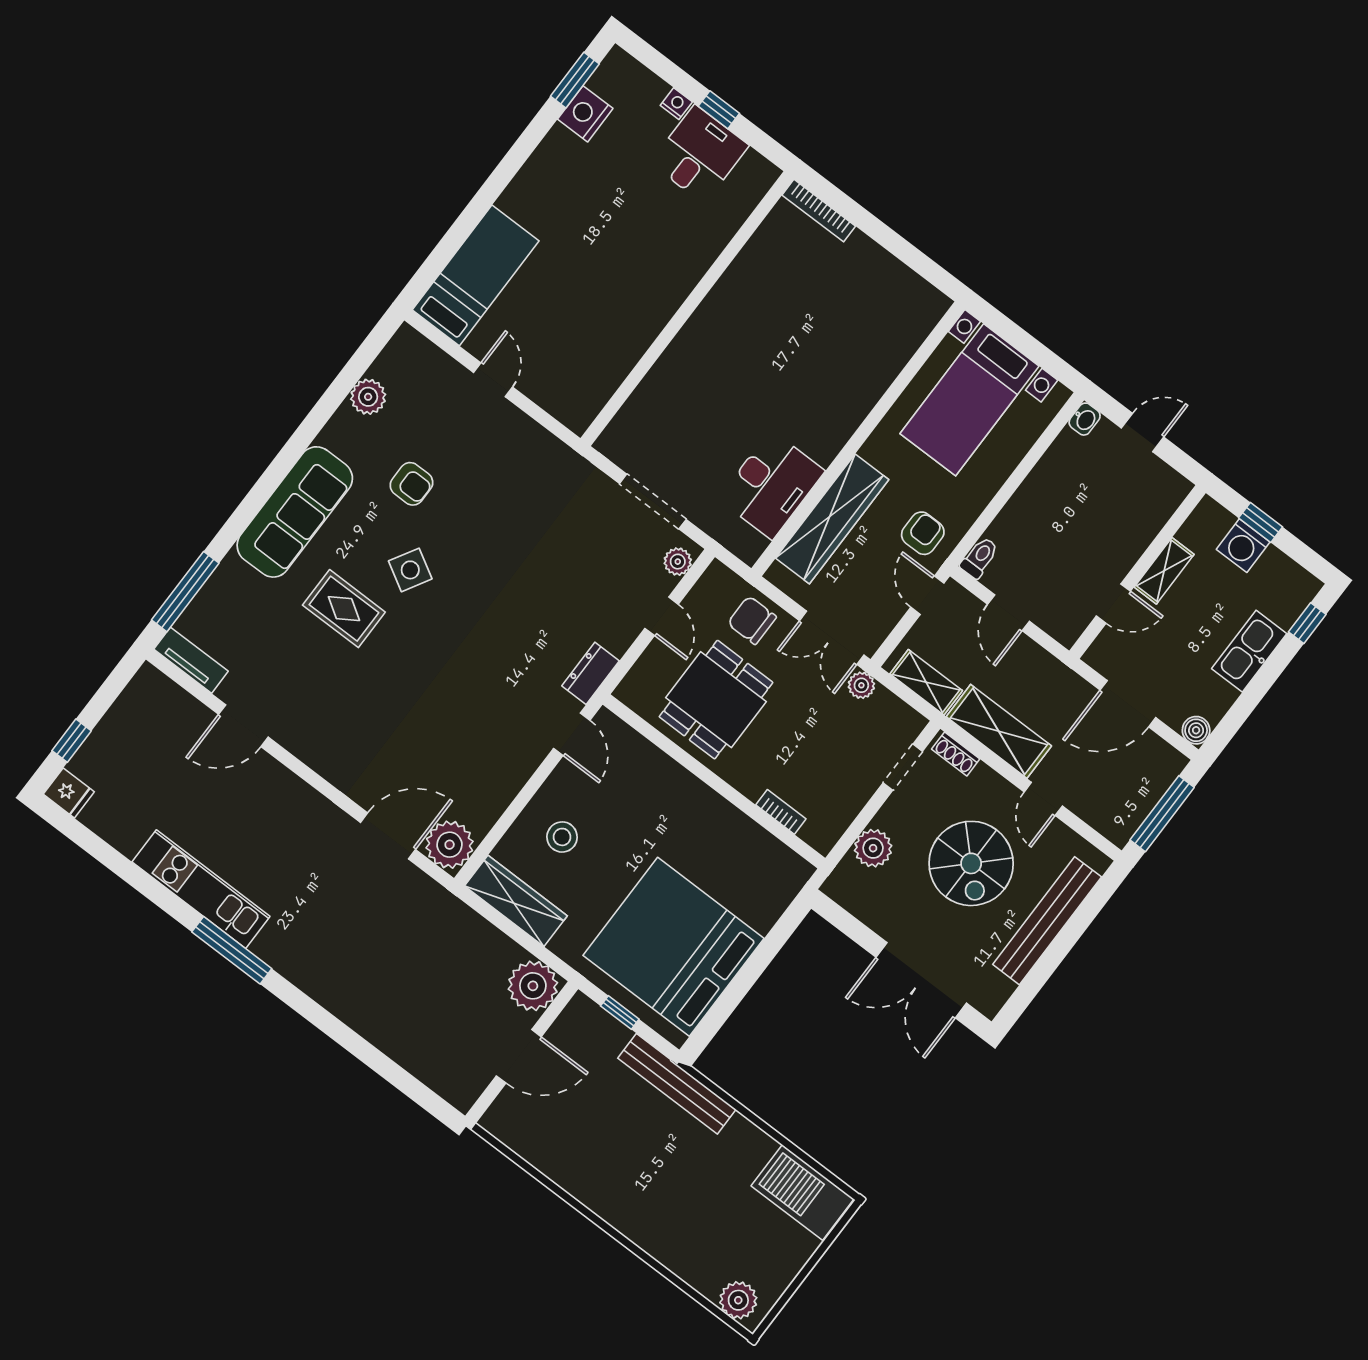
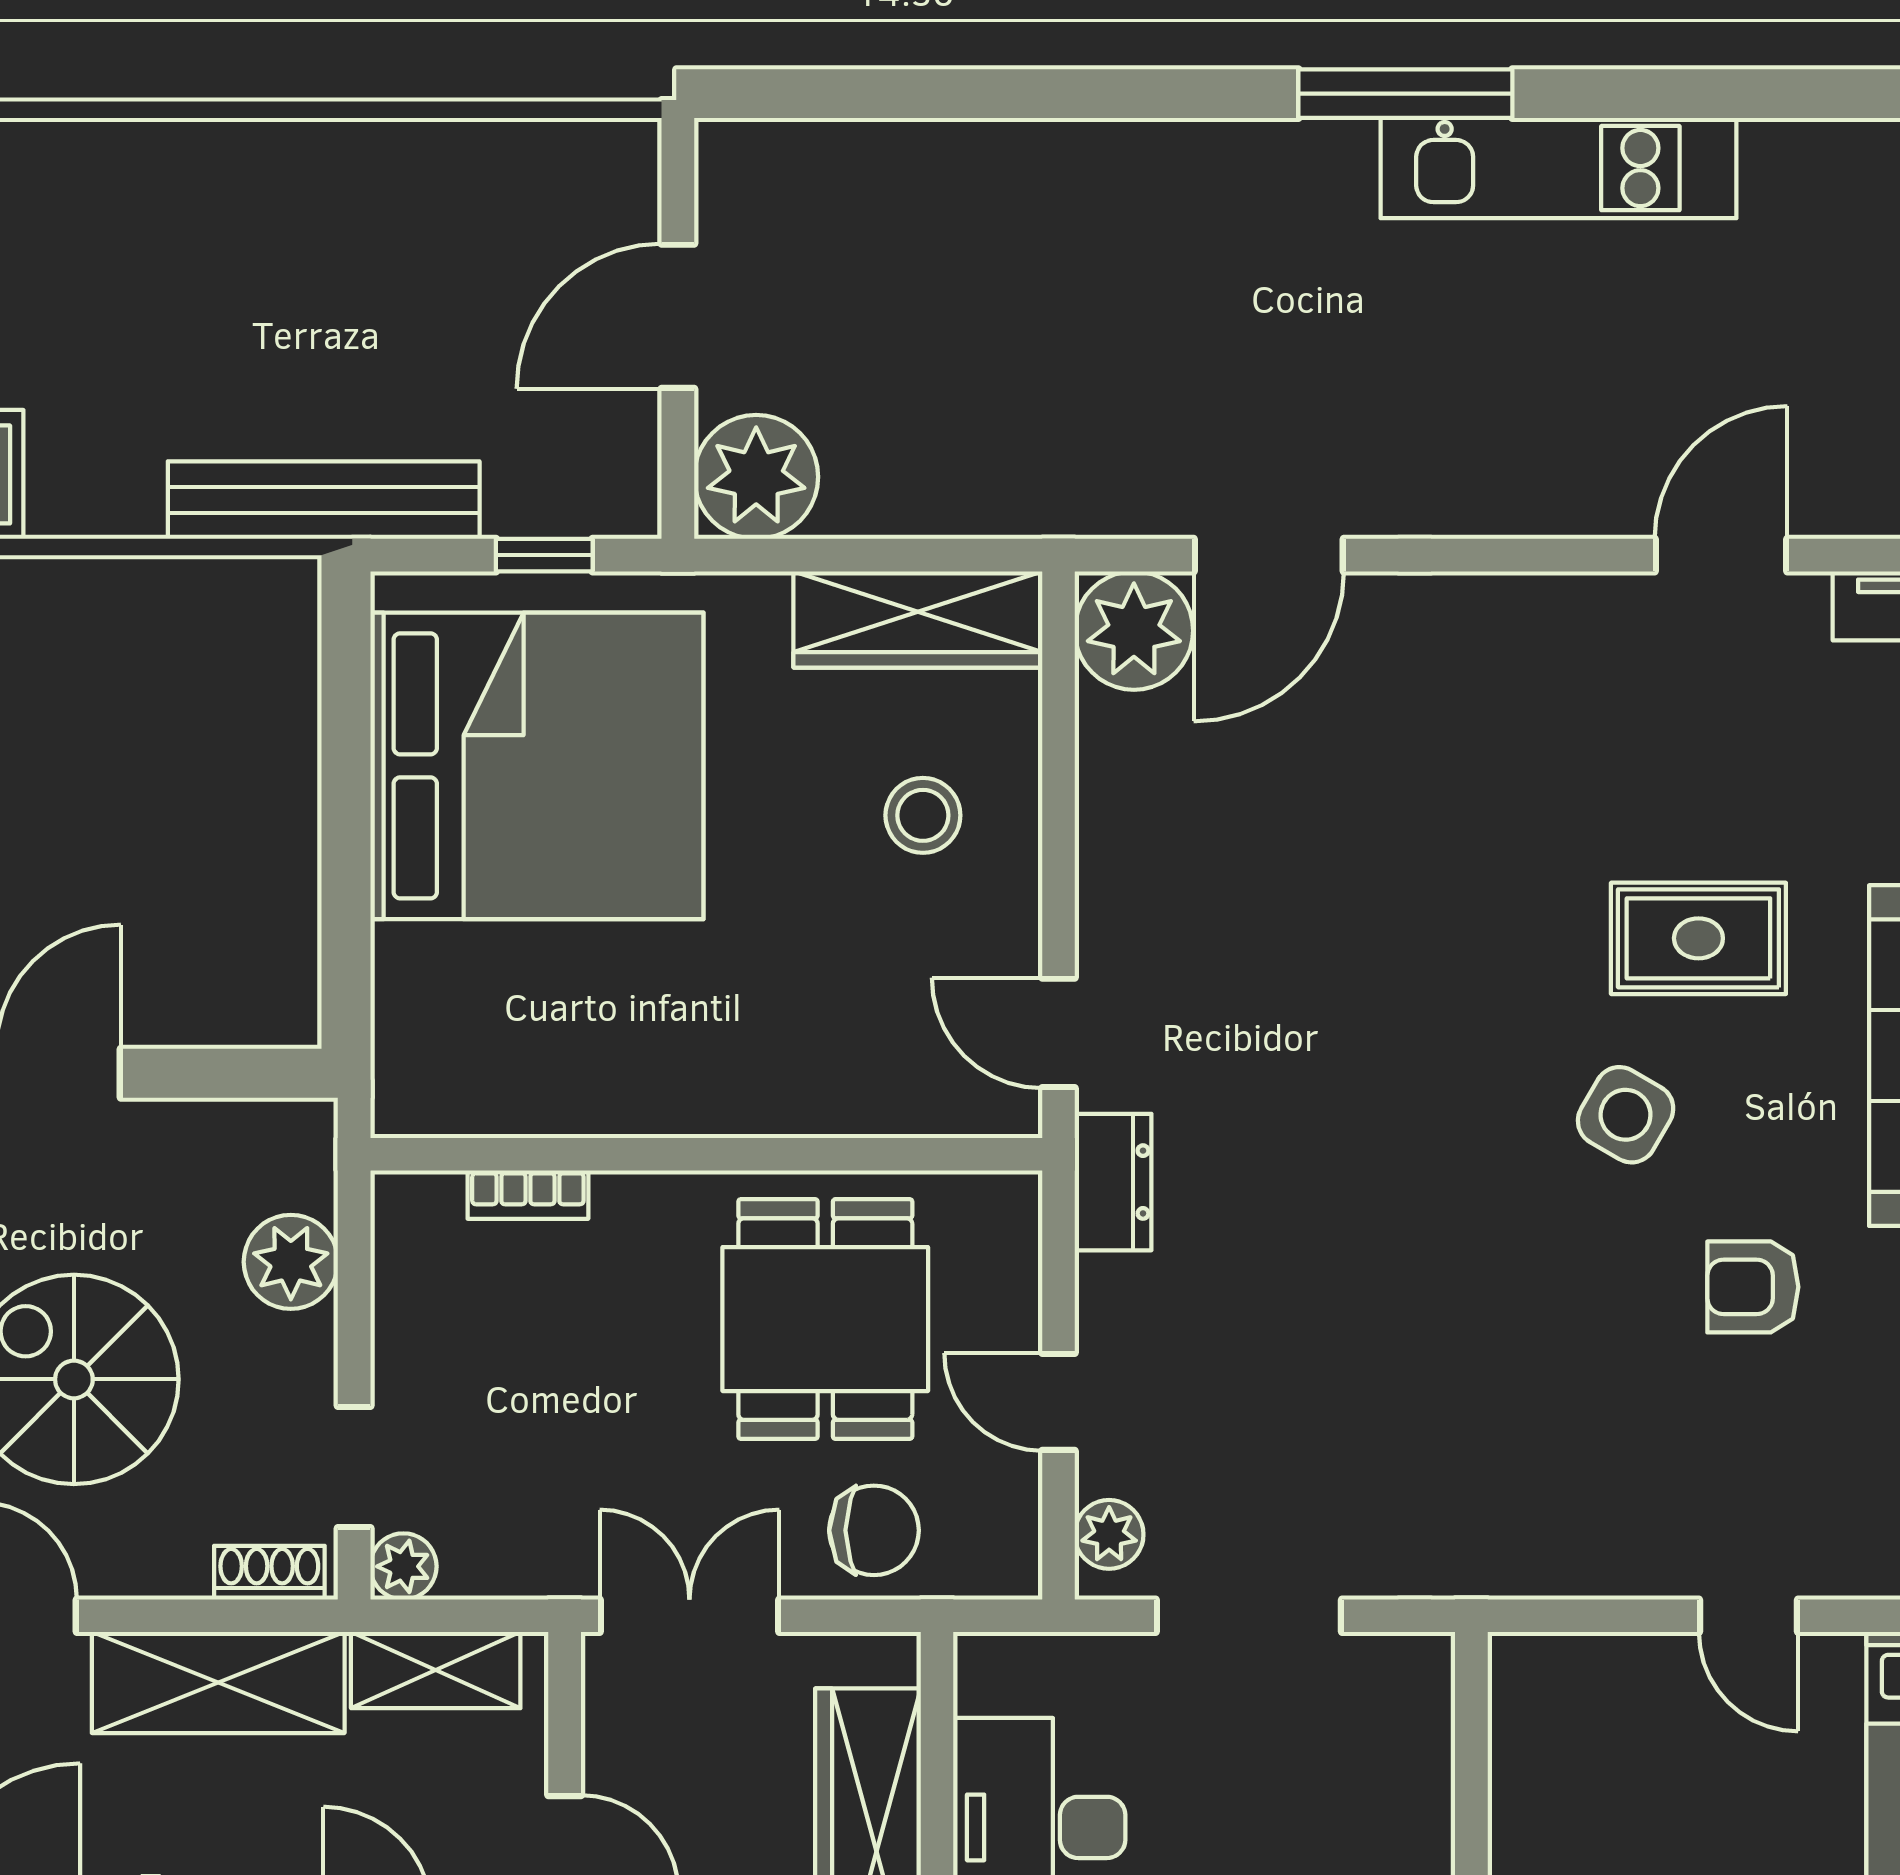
plant: (861, 685) -> (403, 1566), moved

